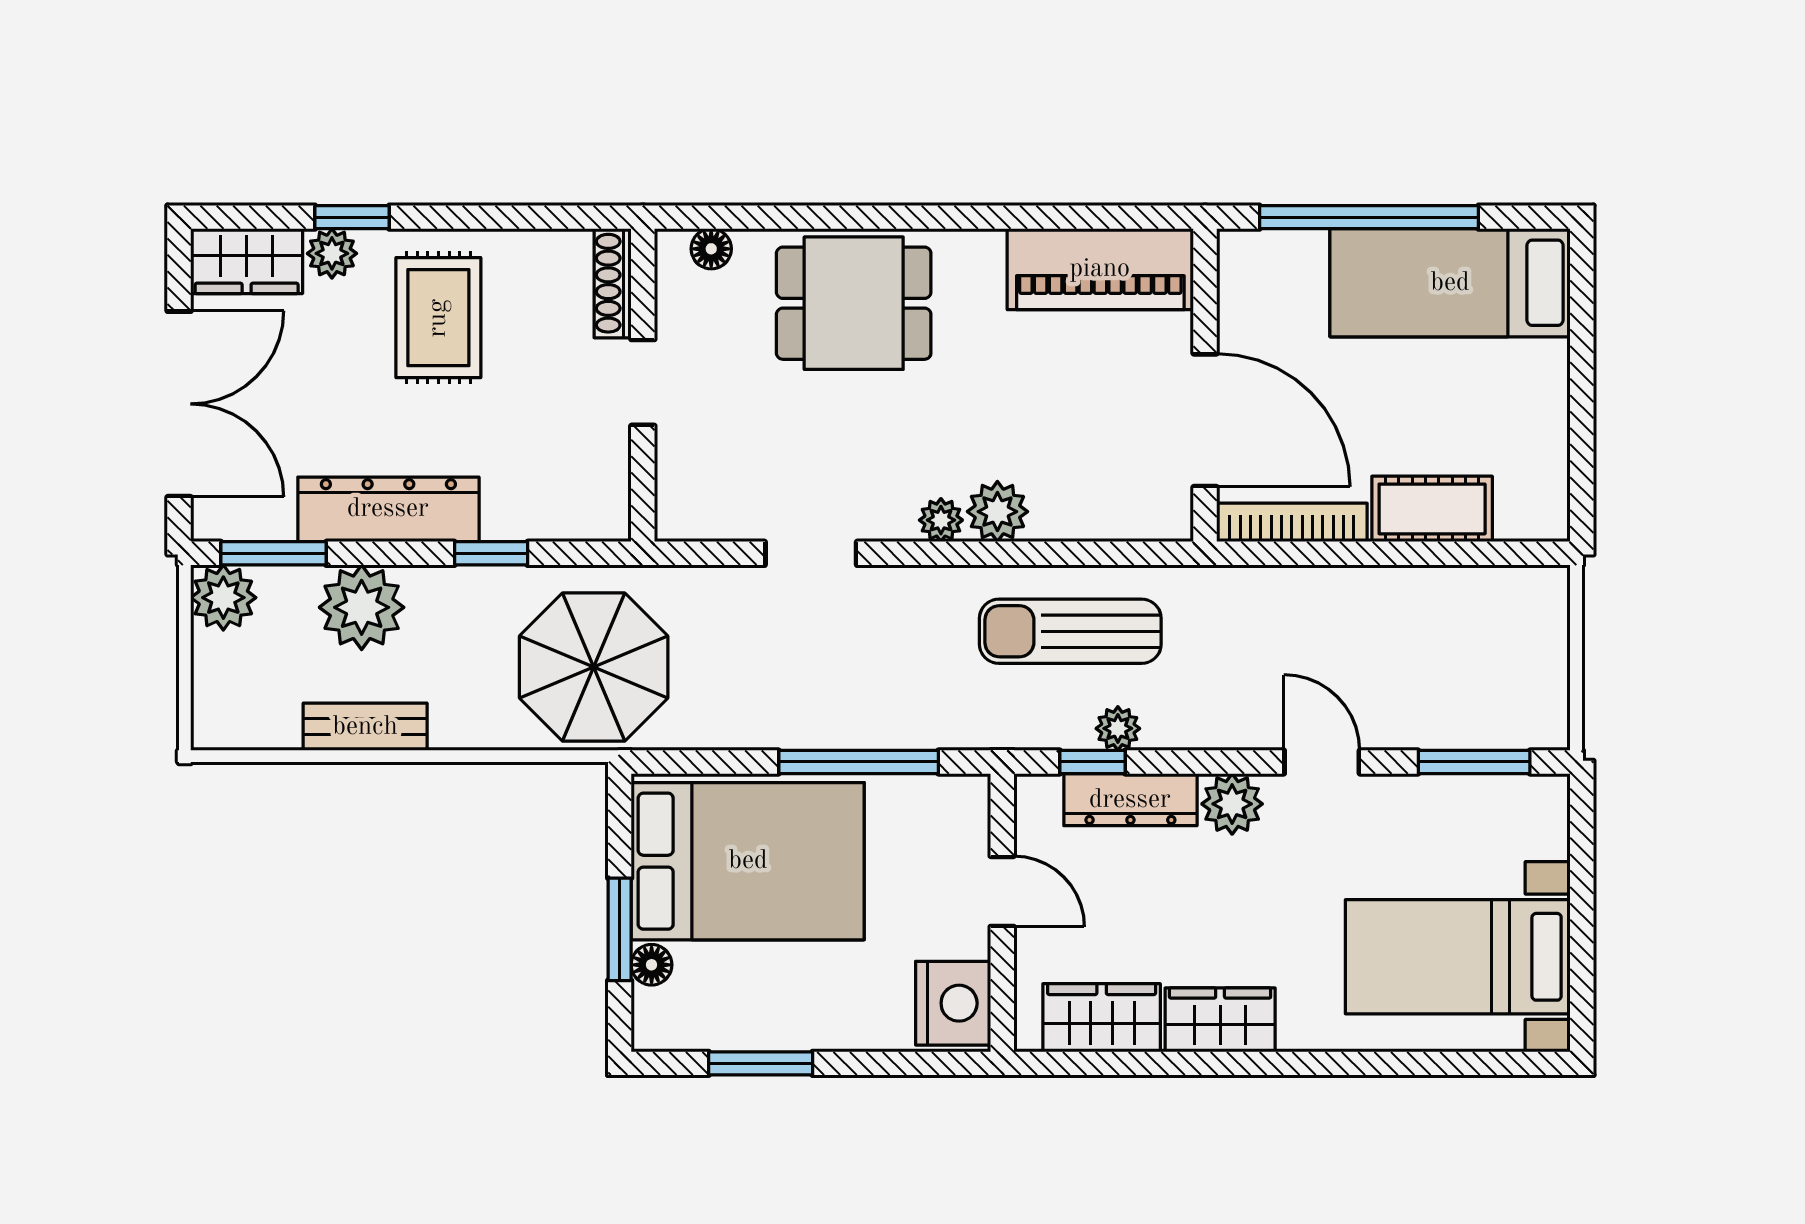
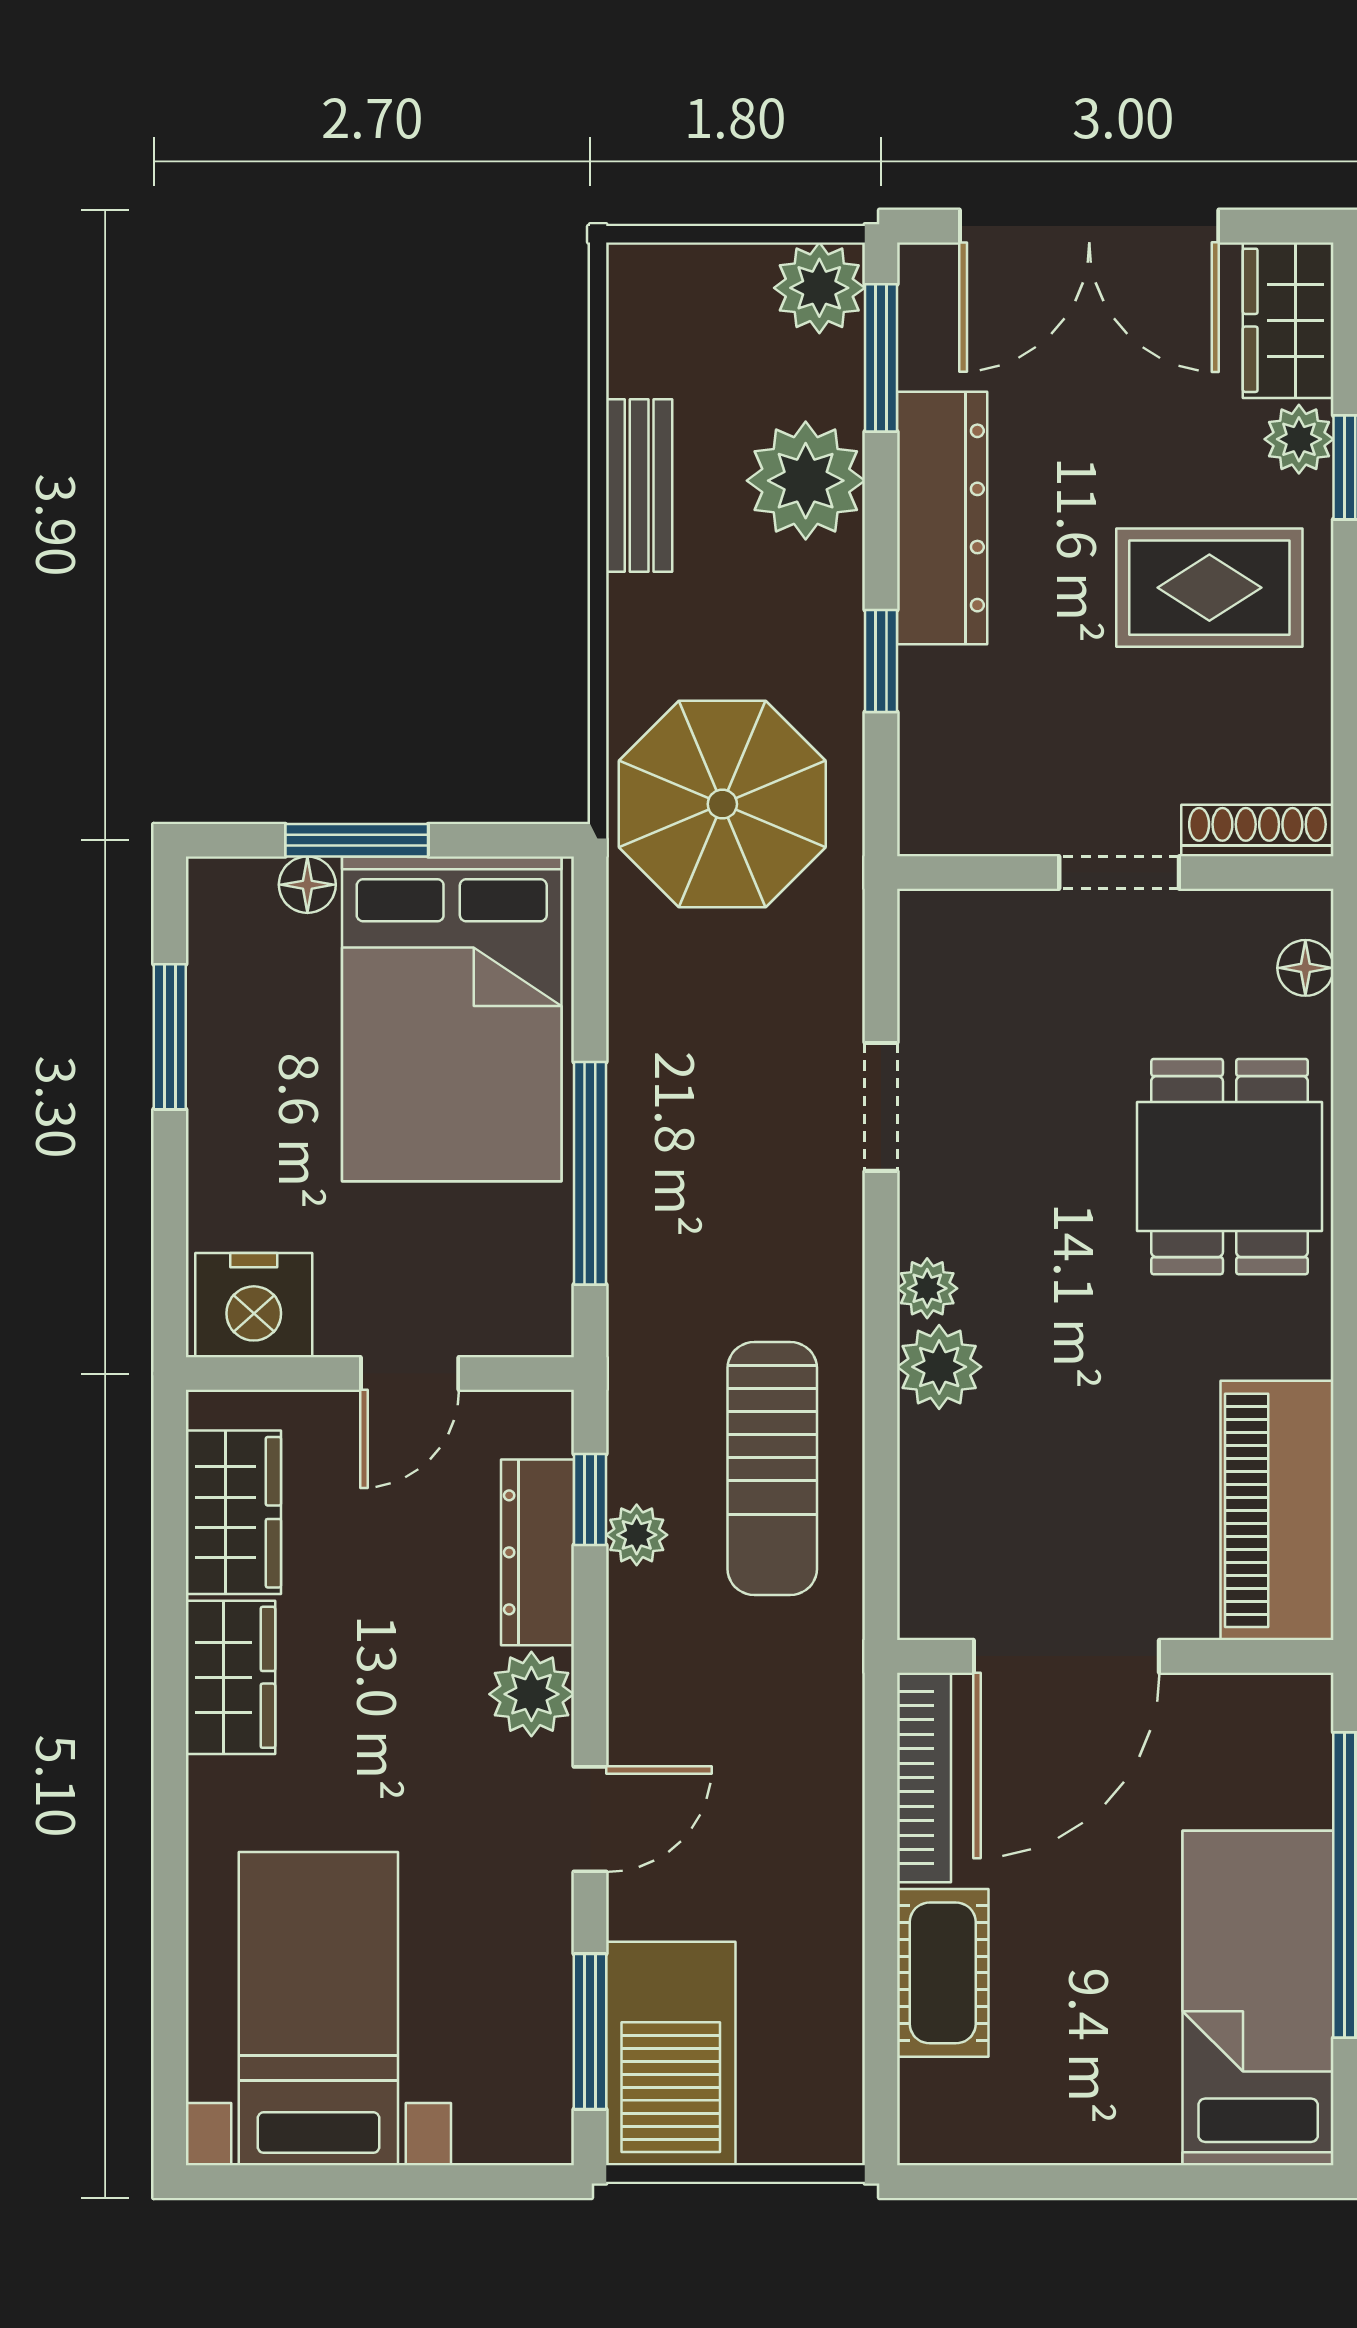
sun lounger: (1070, 631) -> (772, 1469), turned 180
barbecue: (1490, 704) -> (671, 2054), added

